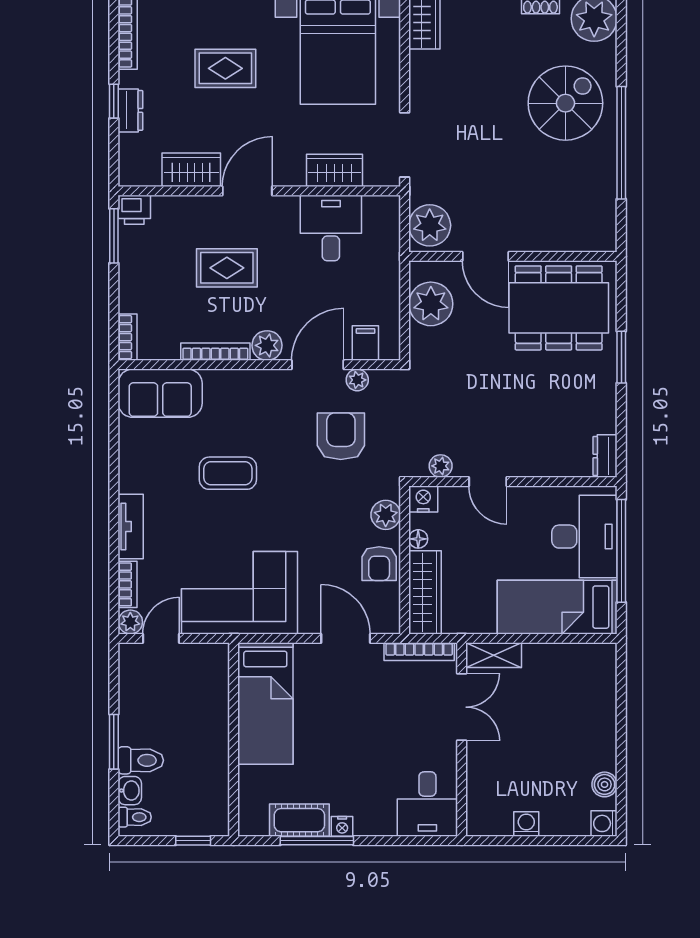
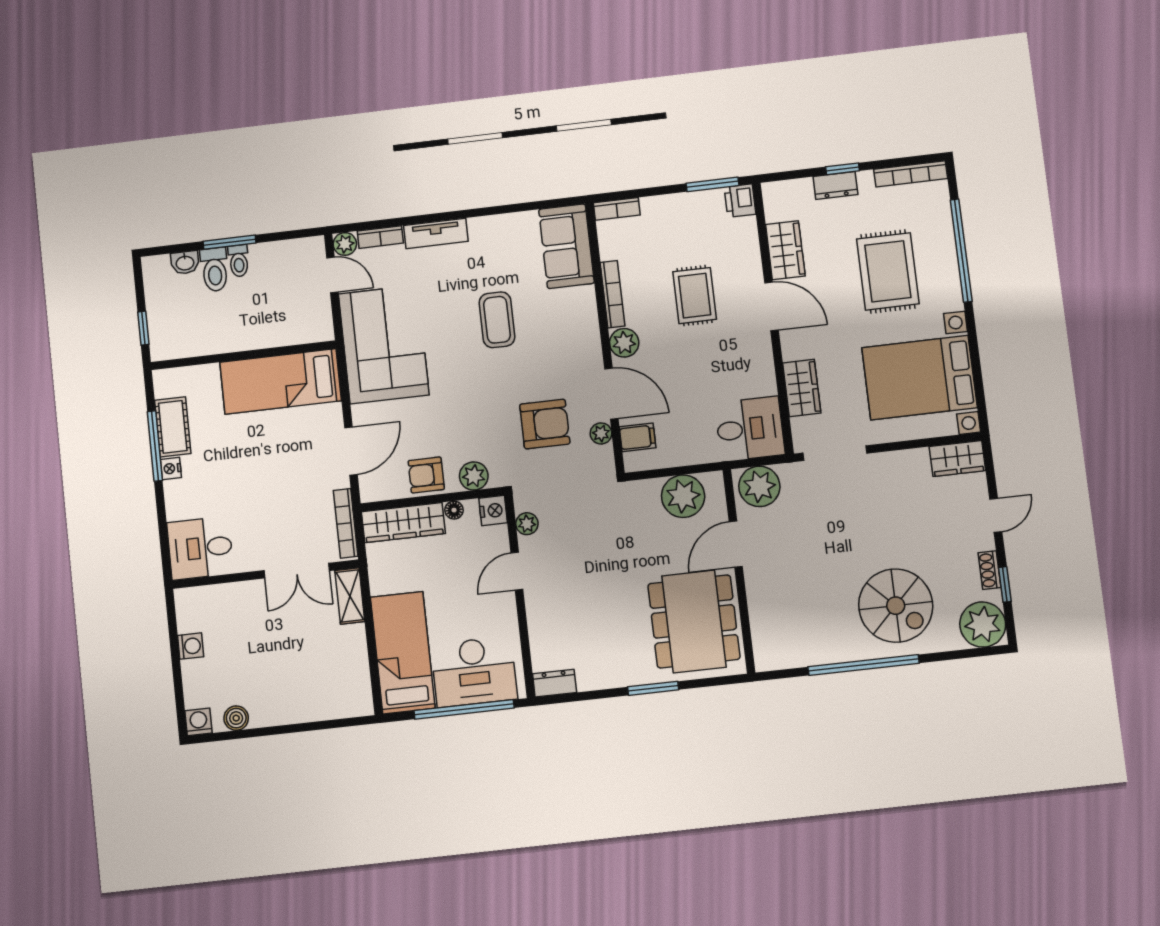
rug: (225, 68) -> (888, 271), width x1.36, depth x1.43
desk: (331, 228) -> (750, 429), moved
toilet: (135, 817) -> (239, 261), moved

